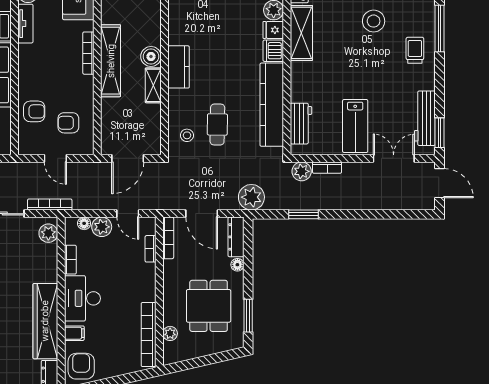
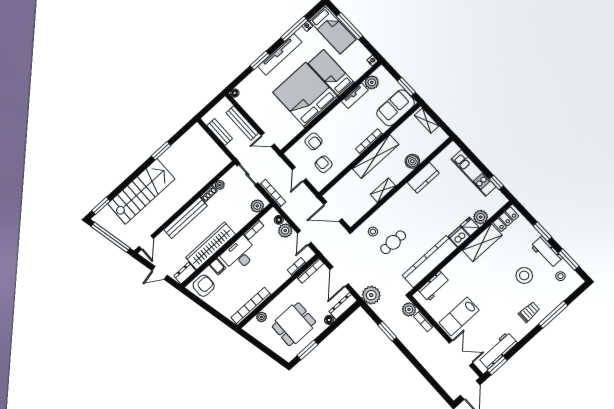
boiler: (151, 56) -> (412, 161), moved
kitchen counter: (179, 67) -> (423, 178), moved

